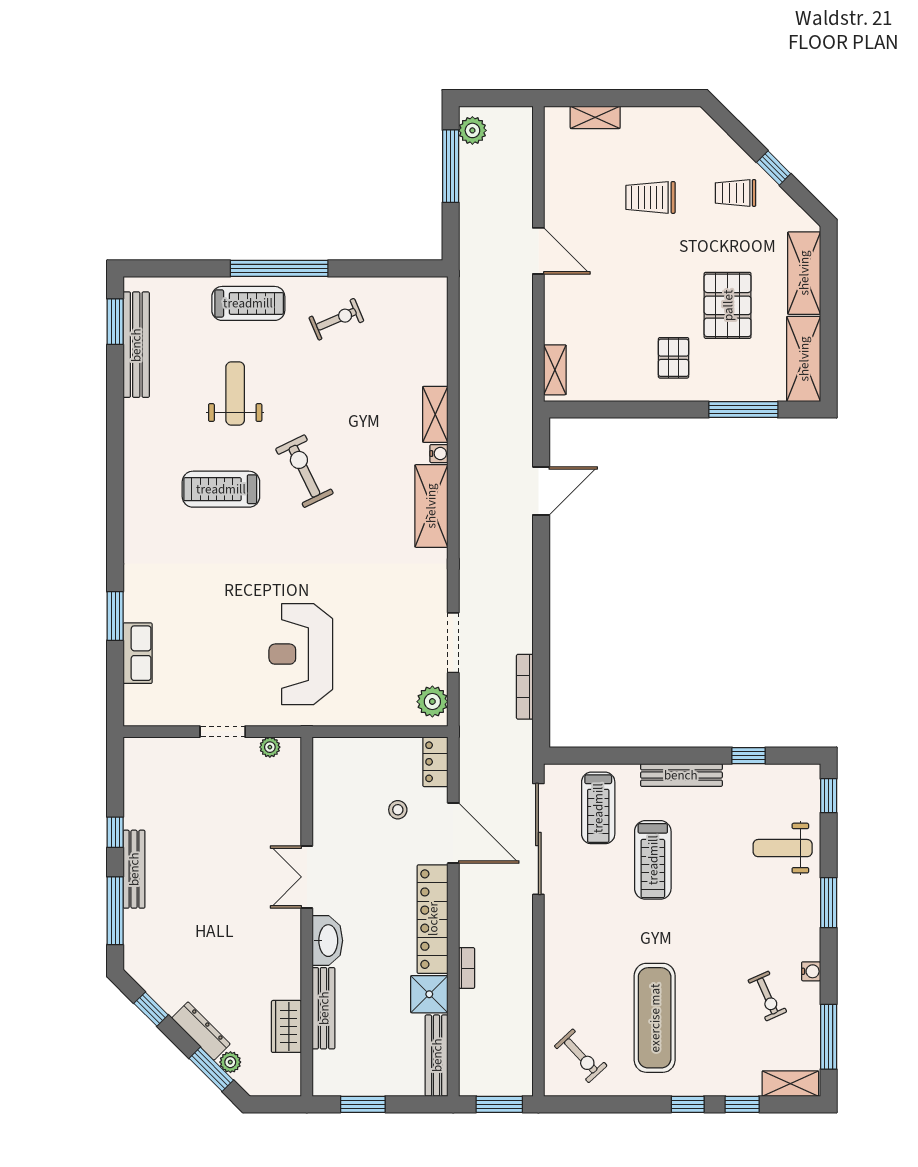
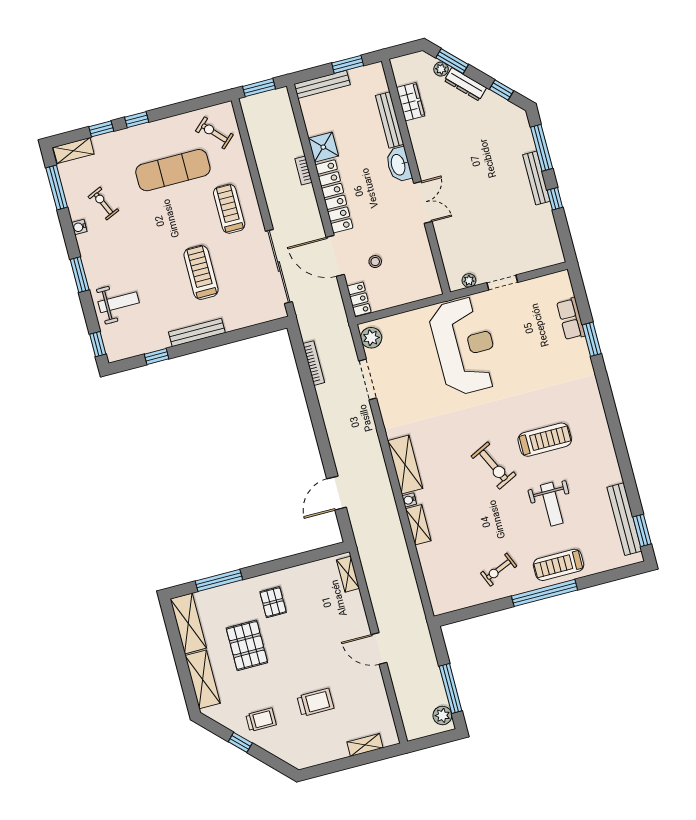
reception desk: (301, 654) -> (465, 346), width x1.36, depth x1.30
treadmill: (598, 808) -> (229, 209), moved
exercise mat: (655, 1018) -> (173, 170), turned 90
bench: (437, 1055) -> (322, 84), moved, turned 90

